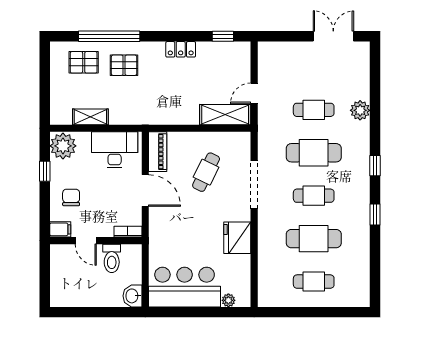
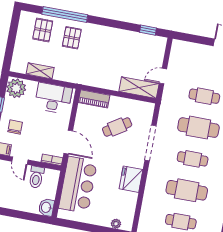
locker: (181, 49) -> (115, 34), removed
pallet: (84, 62) -> (43, 30), turned 90
pallet: (124, 65) -> (72, 38), turned 90
piano: (158, 152) -> (94, 99), moved, turned 90
cafe table: (206, 172) -> (117, 127), turned 31
door: (145, 191) -> (68, 142), moved
bar counter: (185, 287) -> (78, 185), moved, turned 90

